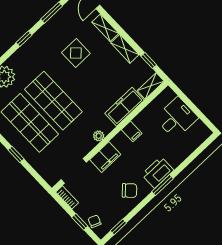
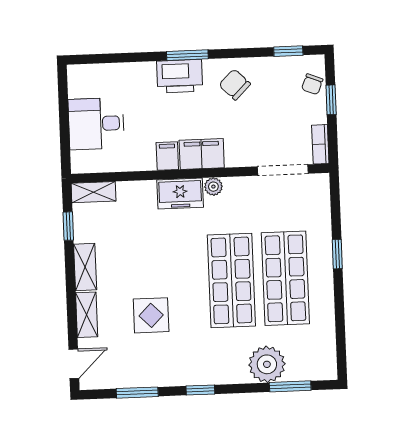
freezer: (124, 107) -> (180, 194), moved, width x0.71
filing cabinet: (105, 157) -> (202, 154), moved

